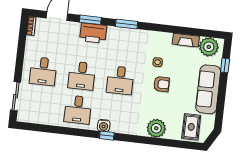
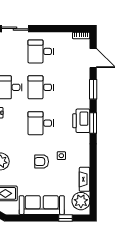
printer: (93, 33) -> (81, 121), moved
armchair: (161, 84) -> (42, 162), turned 90

